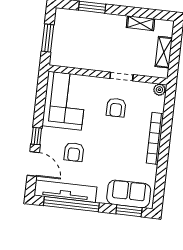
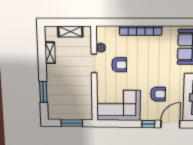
plant: (159, 90) -> (101, 48), moved

